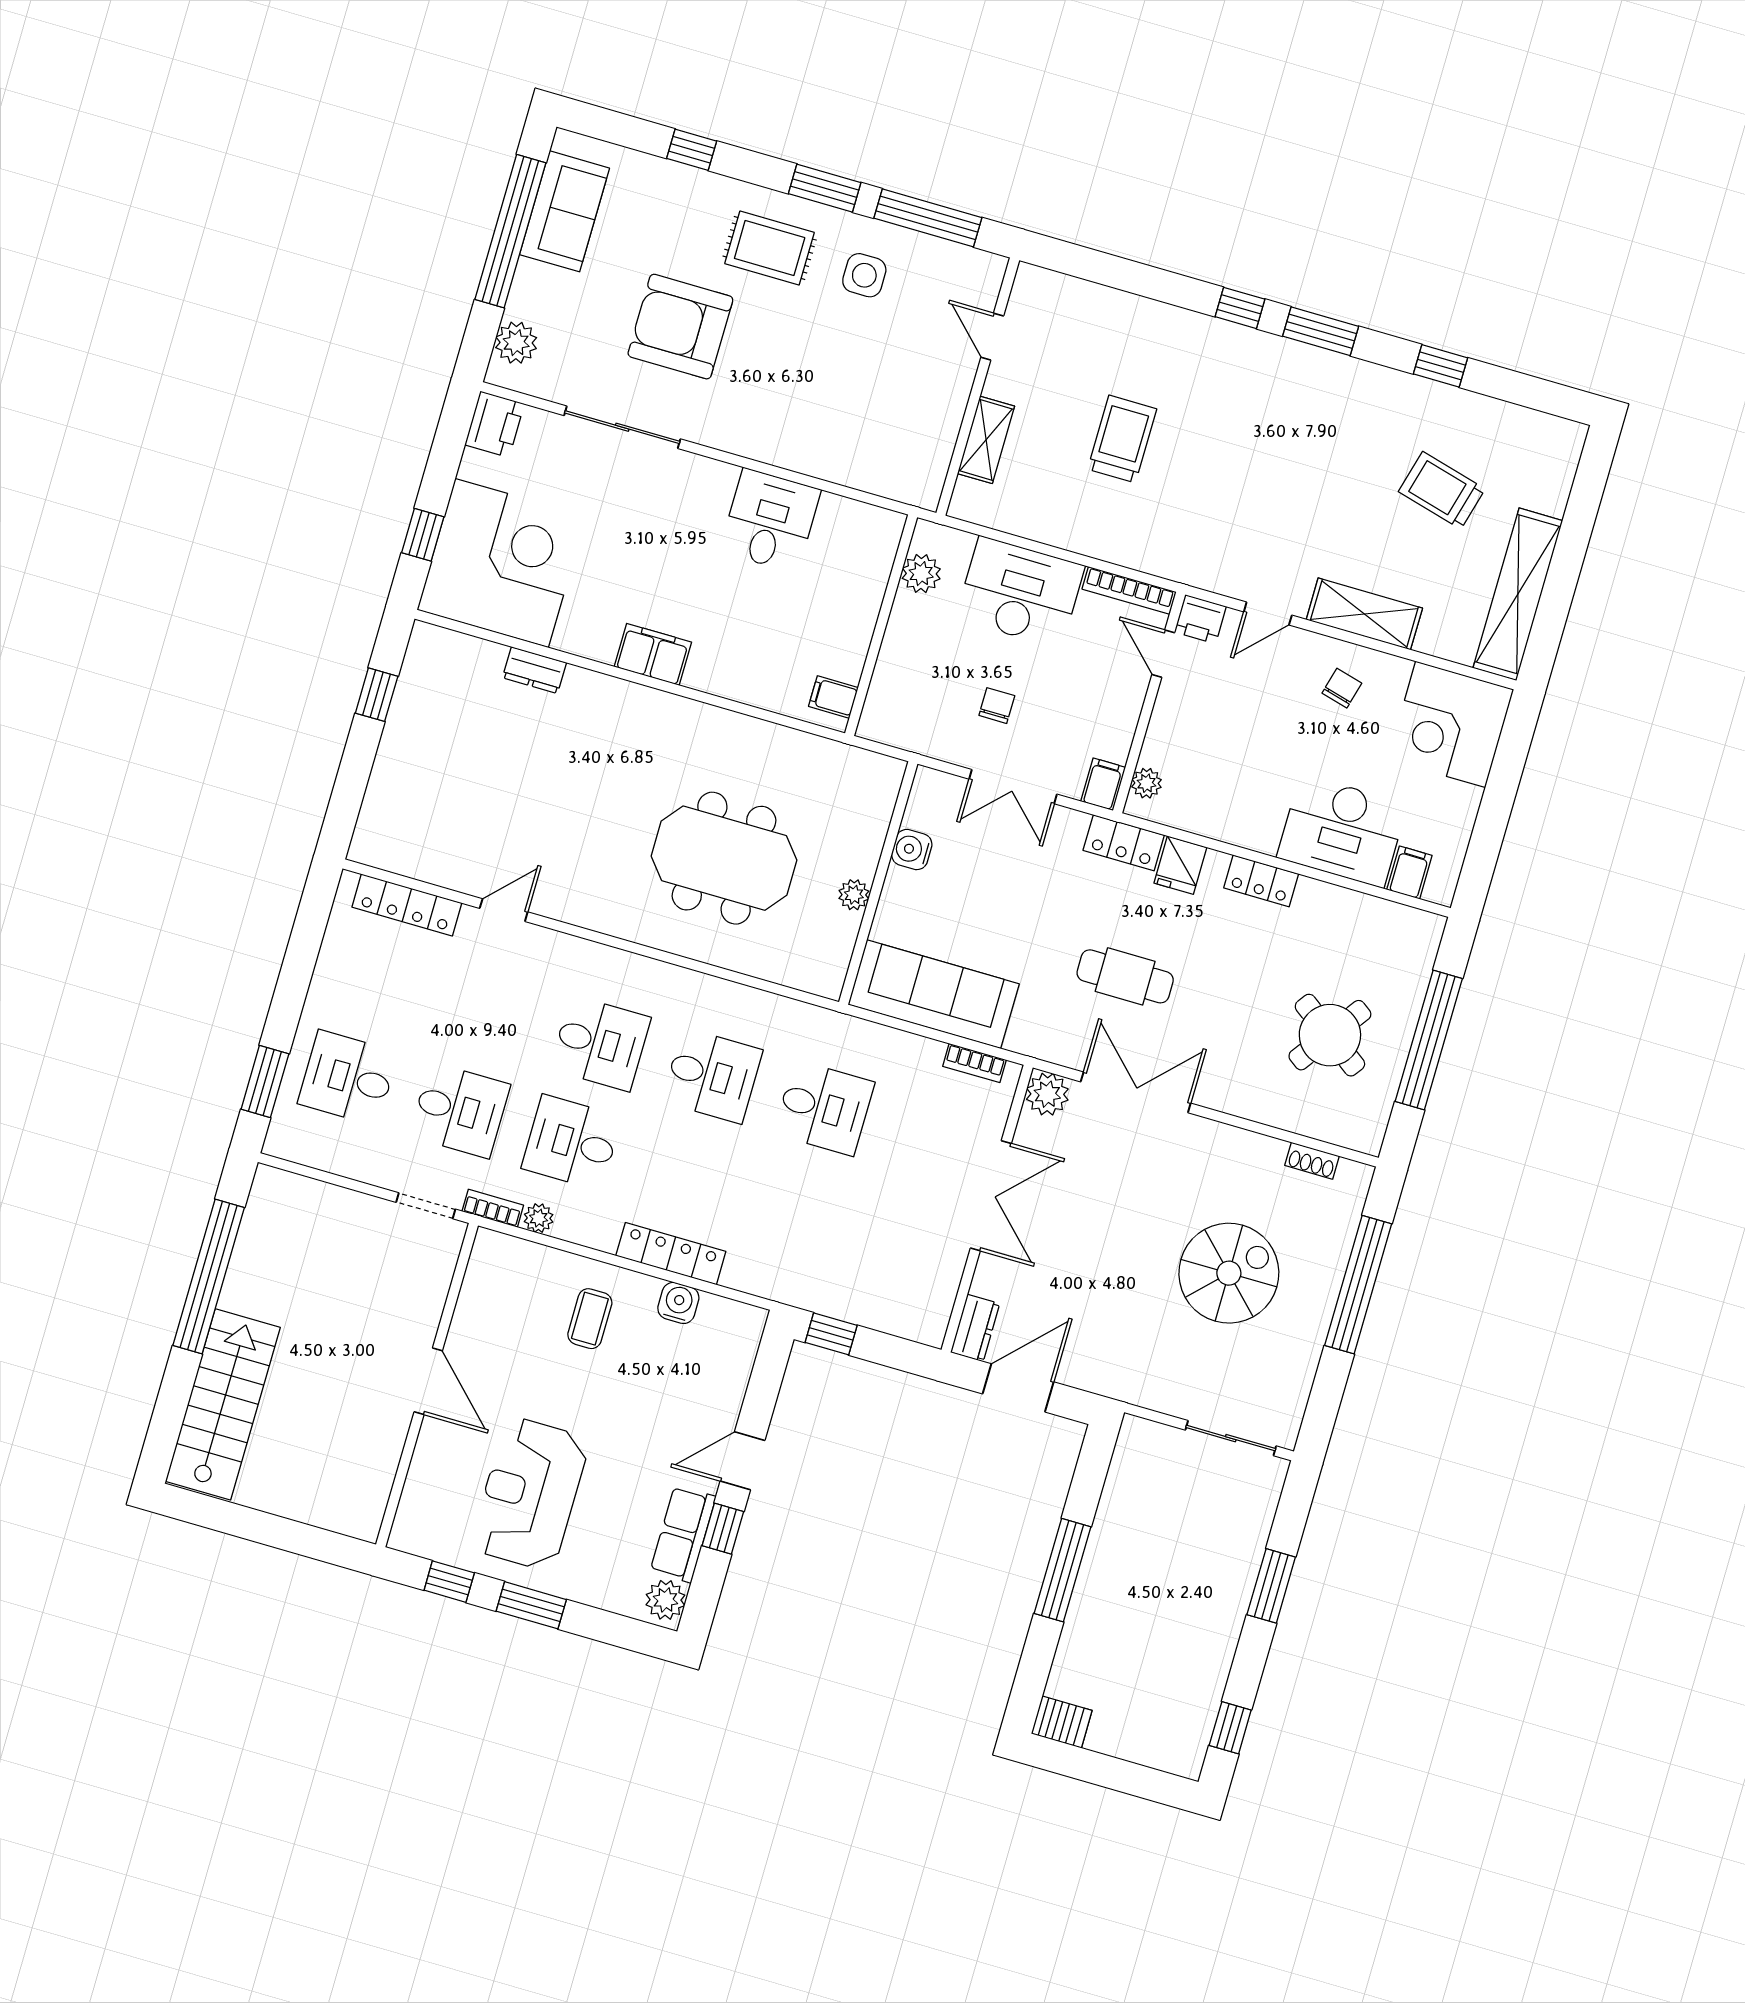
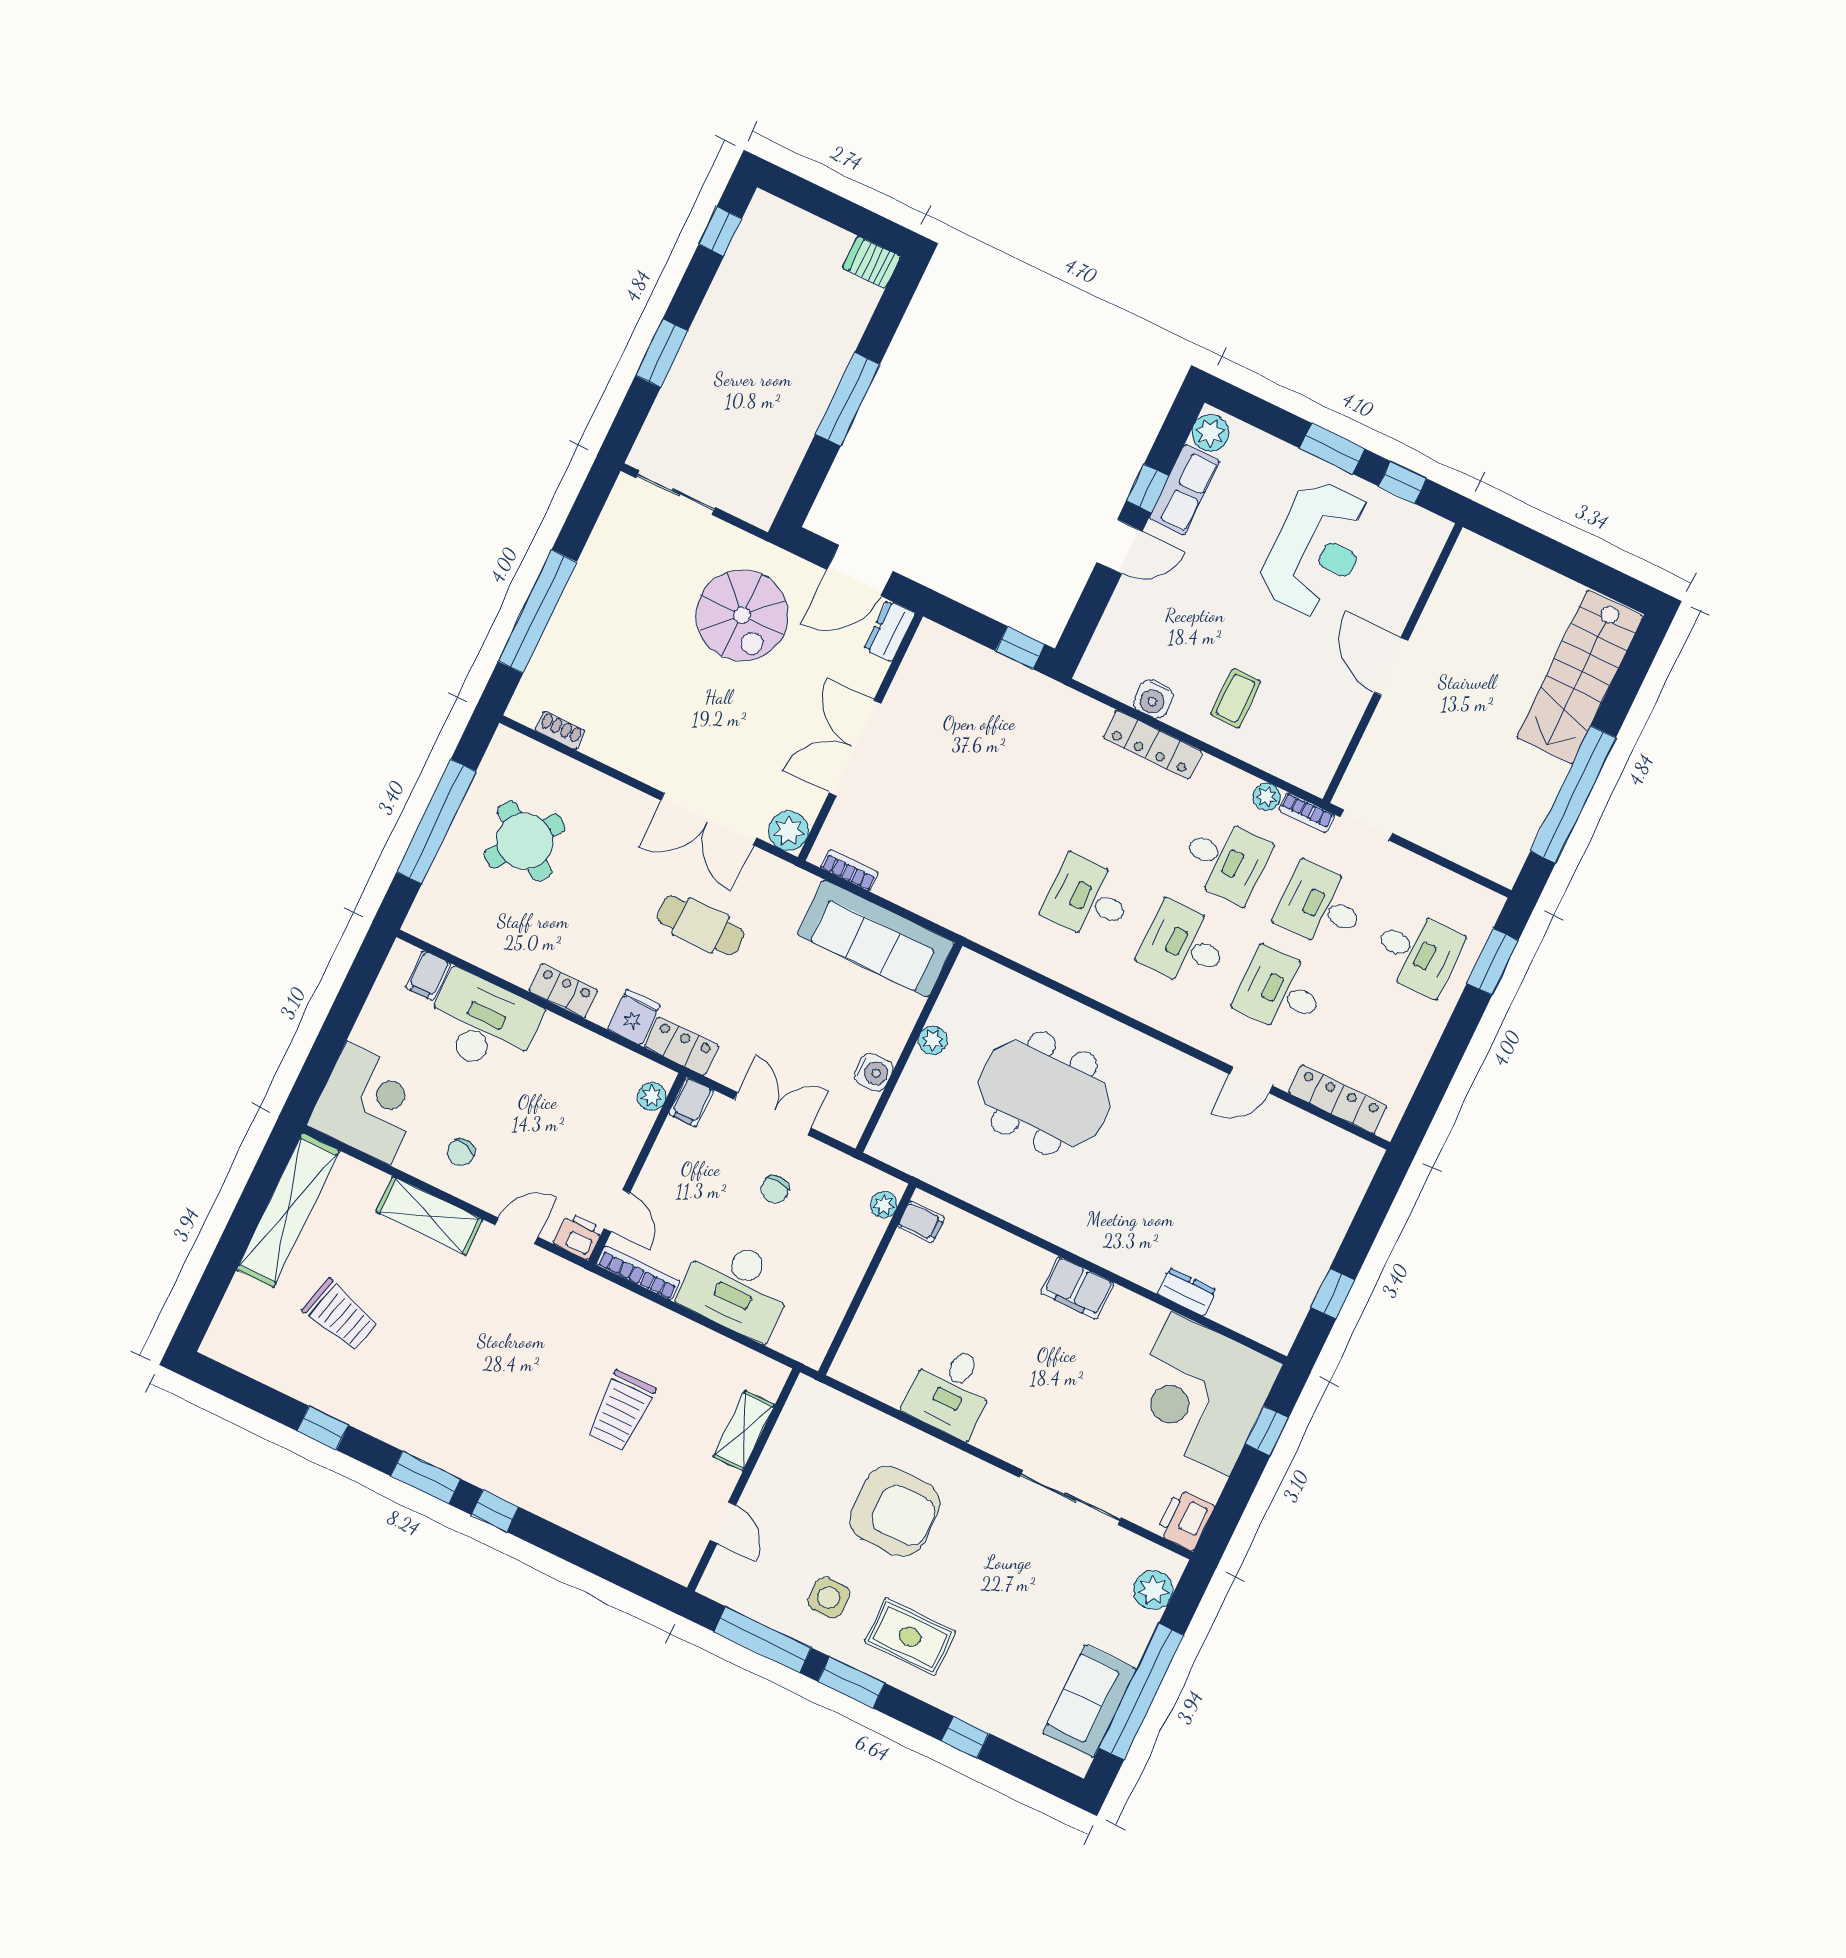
armchair: (680, 327) -> (895, 1511), moved
plant: (921, 574) -> (884, 1205), moved, width x0.73, depth x0.73
desk: (824, 1108) -> (1280, 991), moved
spiral stairs: (1229, 1273) -> (742, 615), moved, turned -90

